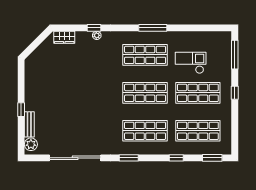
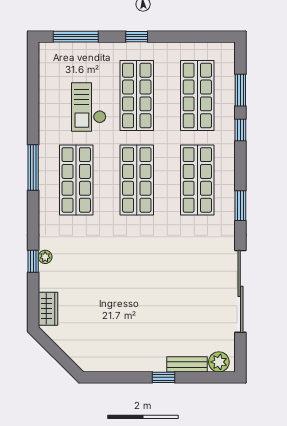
window: (212, 158) -> (240, 90), moved

